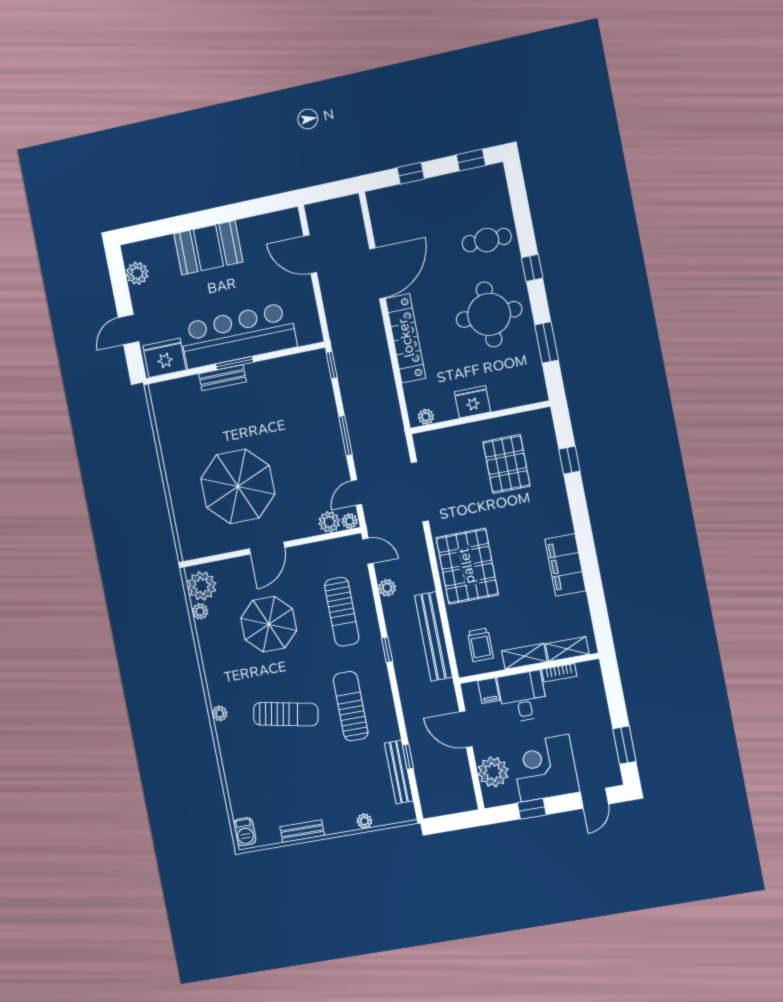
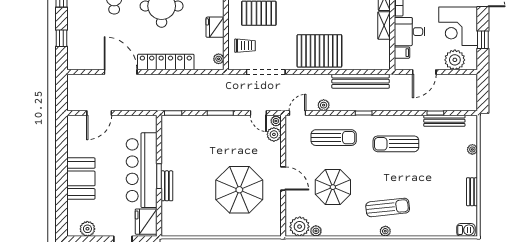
trolley: (480, 645) -> (245, 46), moved
sun lounger: (286, 714) -> (388, 207), moved, turned 73

